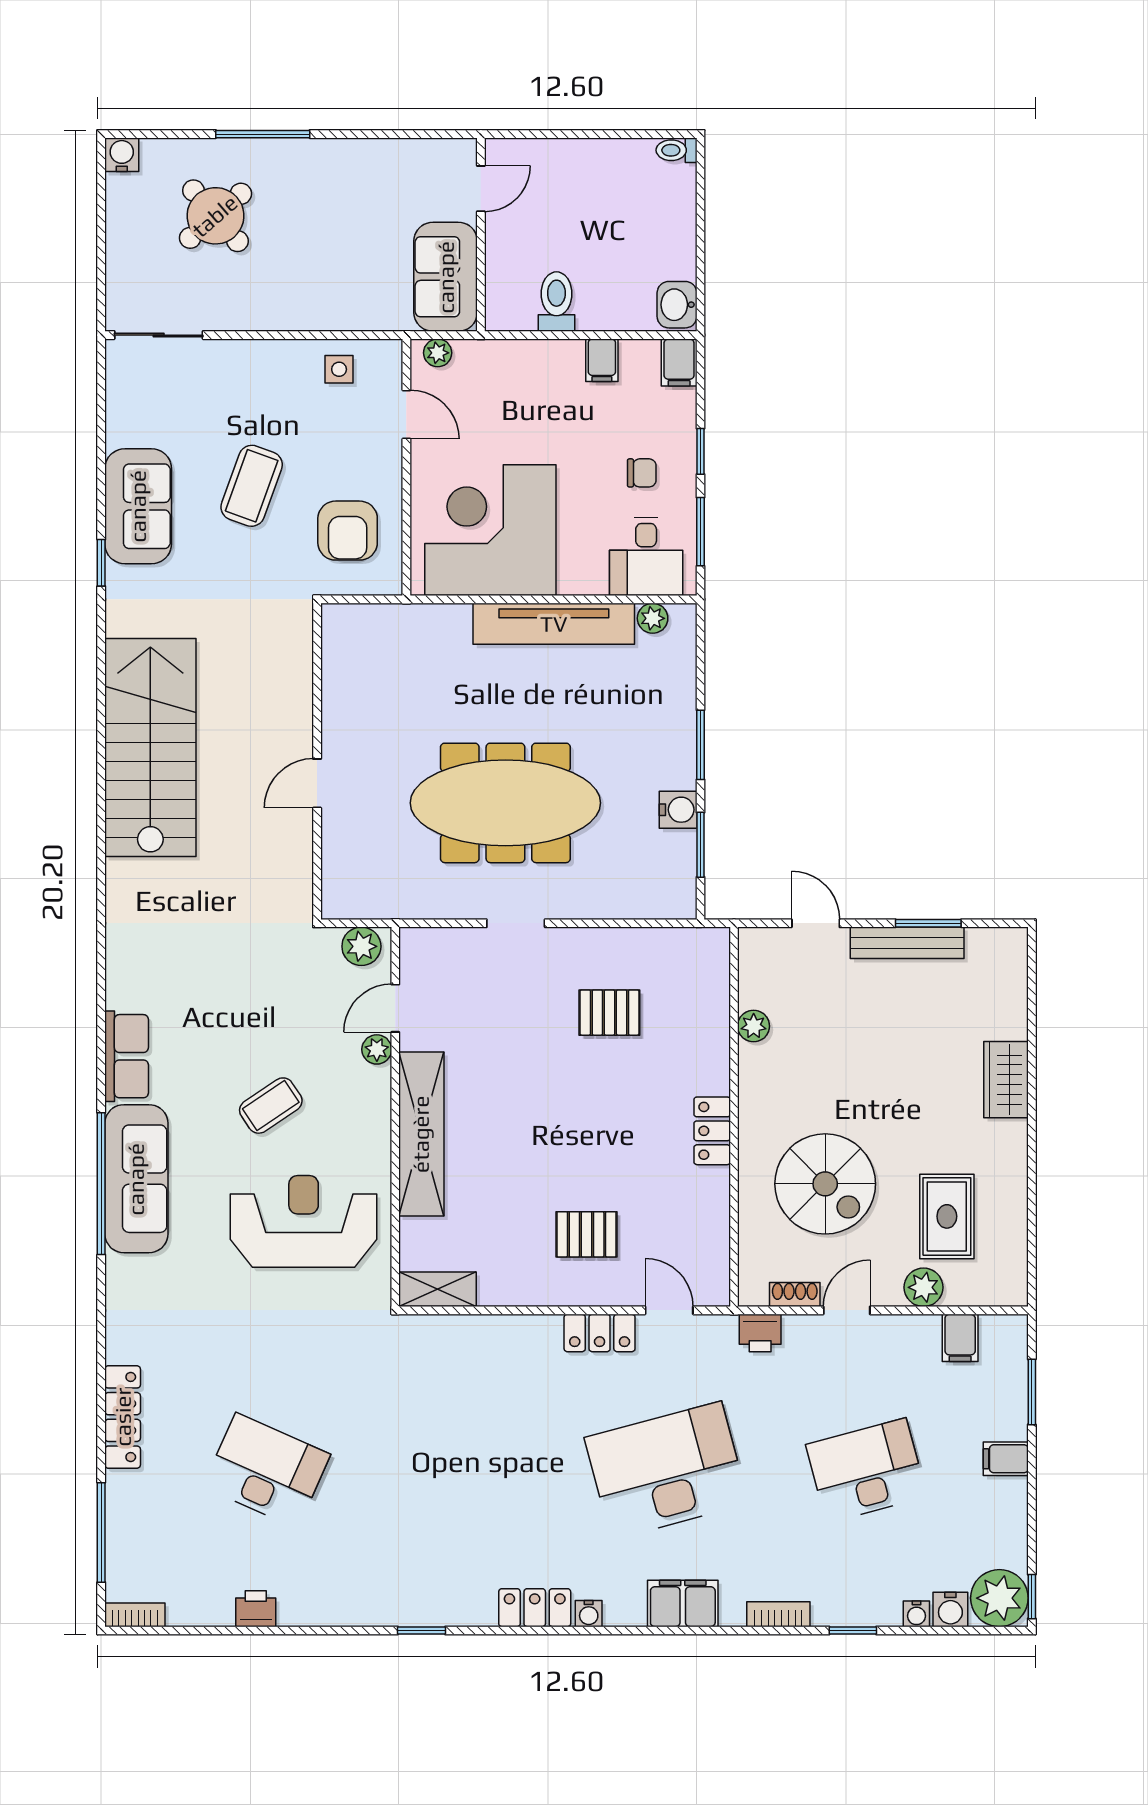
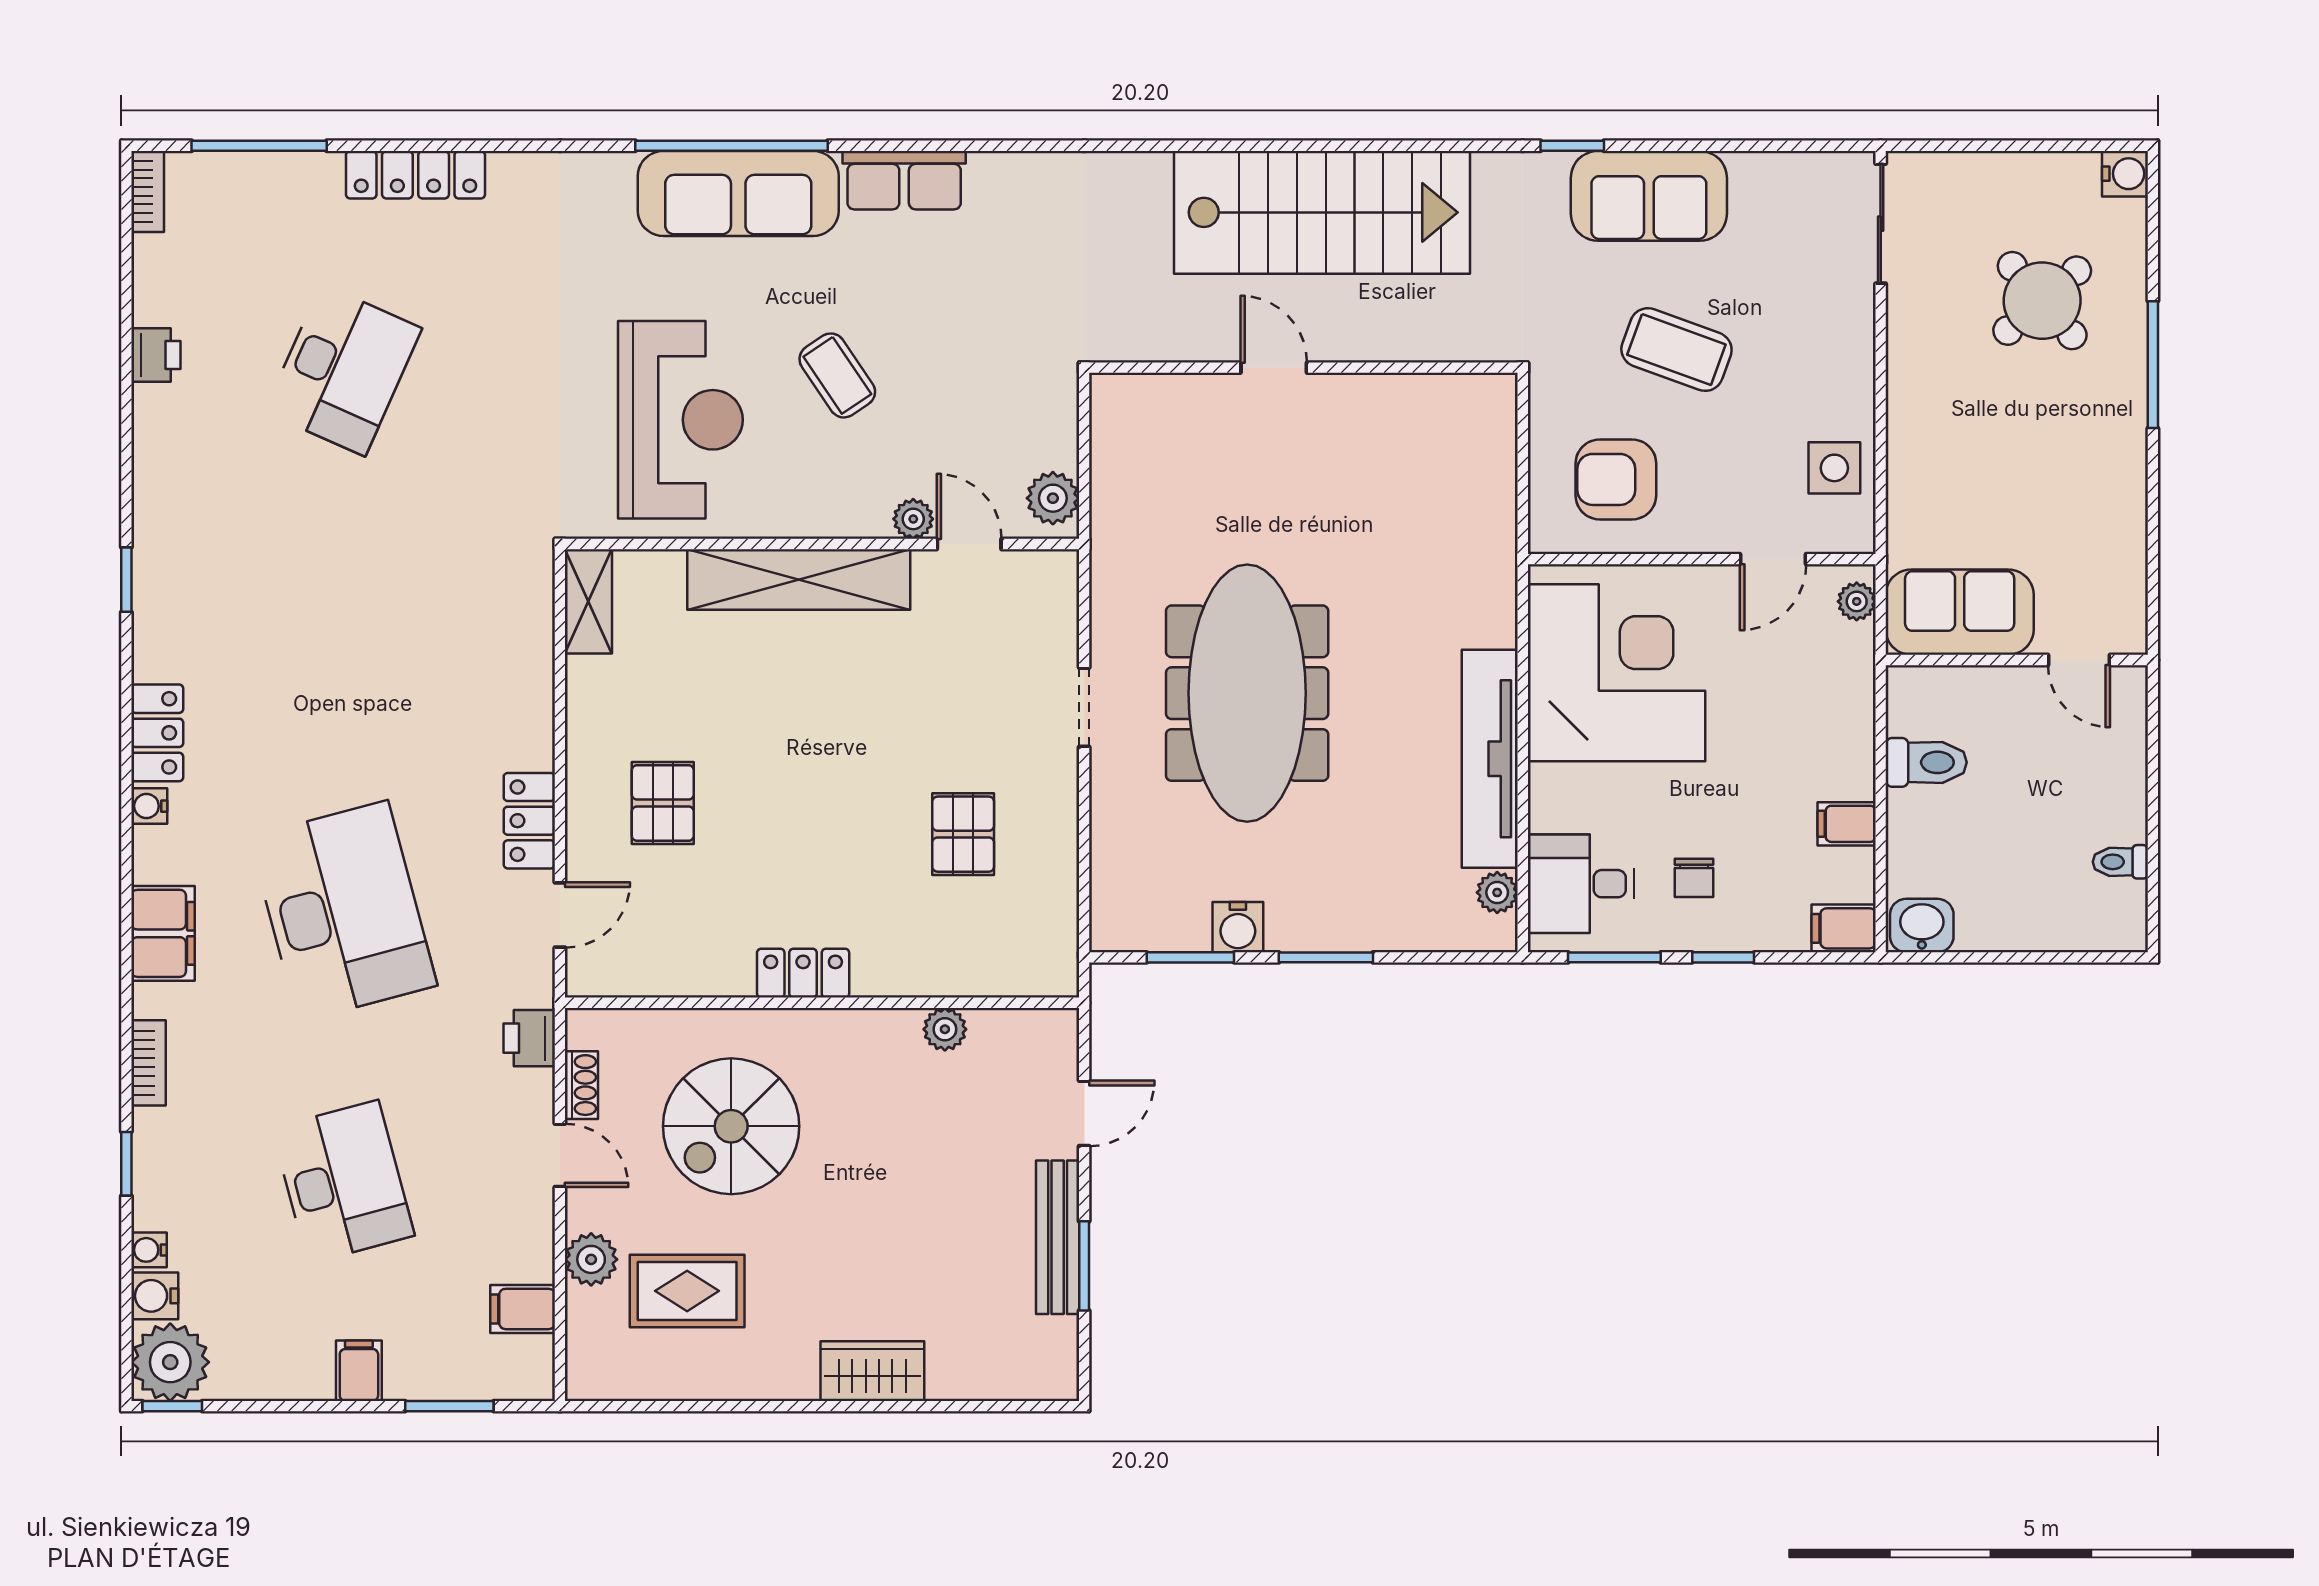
toilet: (676, 150) -> (2120, 862), moved, turned -90
side table: (339, 369) -> (1834, 468), width x1.37, depth x1.37
wall: (317, 761) -> (1303, 368), moved
door: (317, 783) -> (1274, 368), moved

